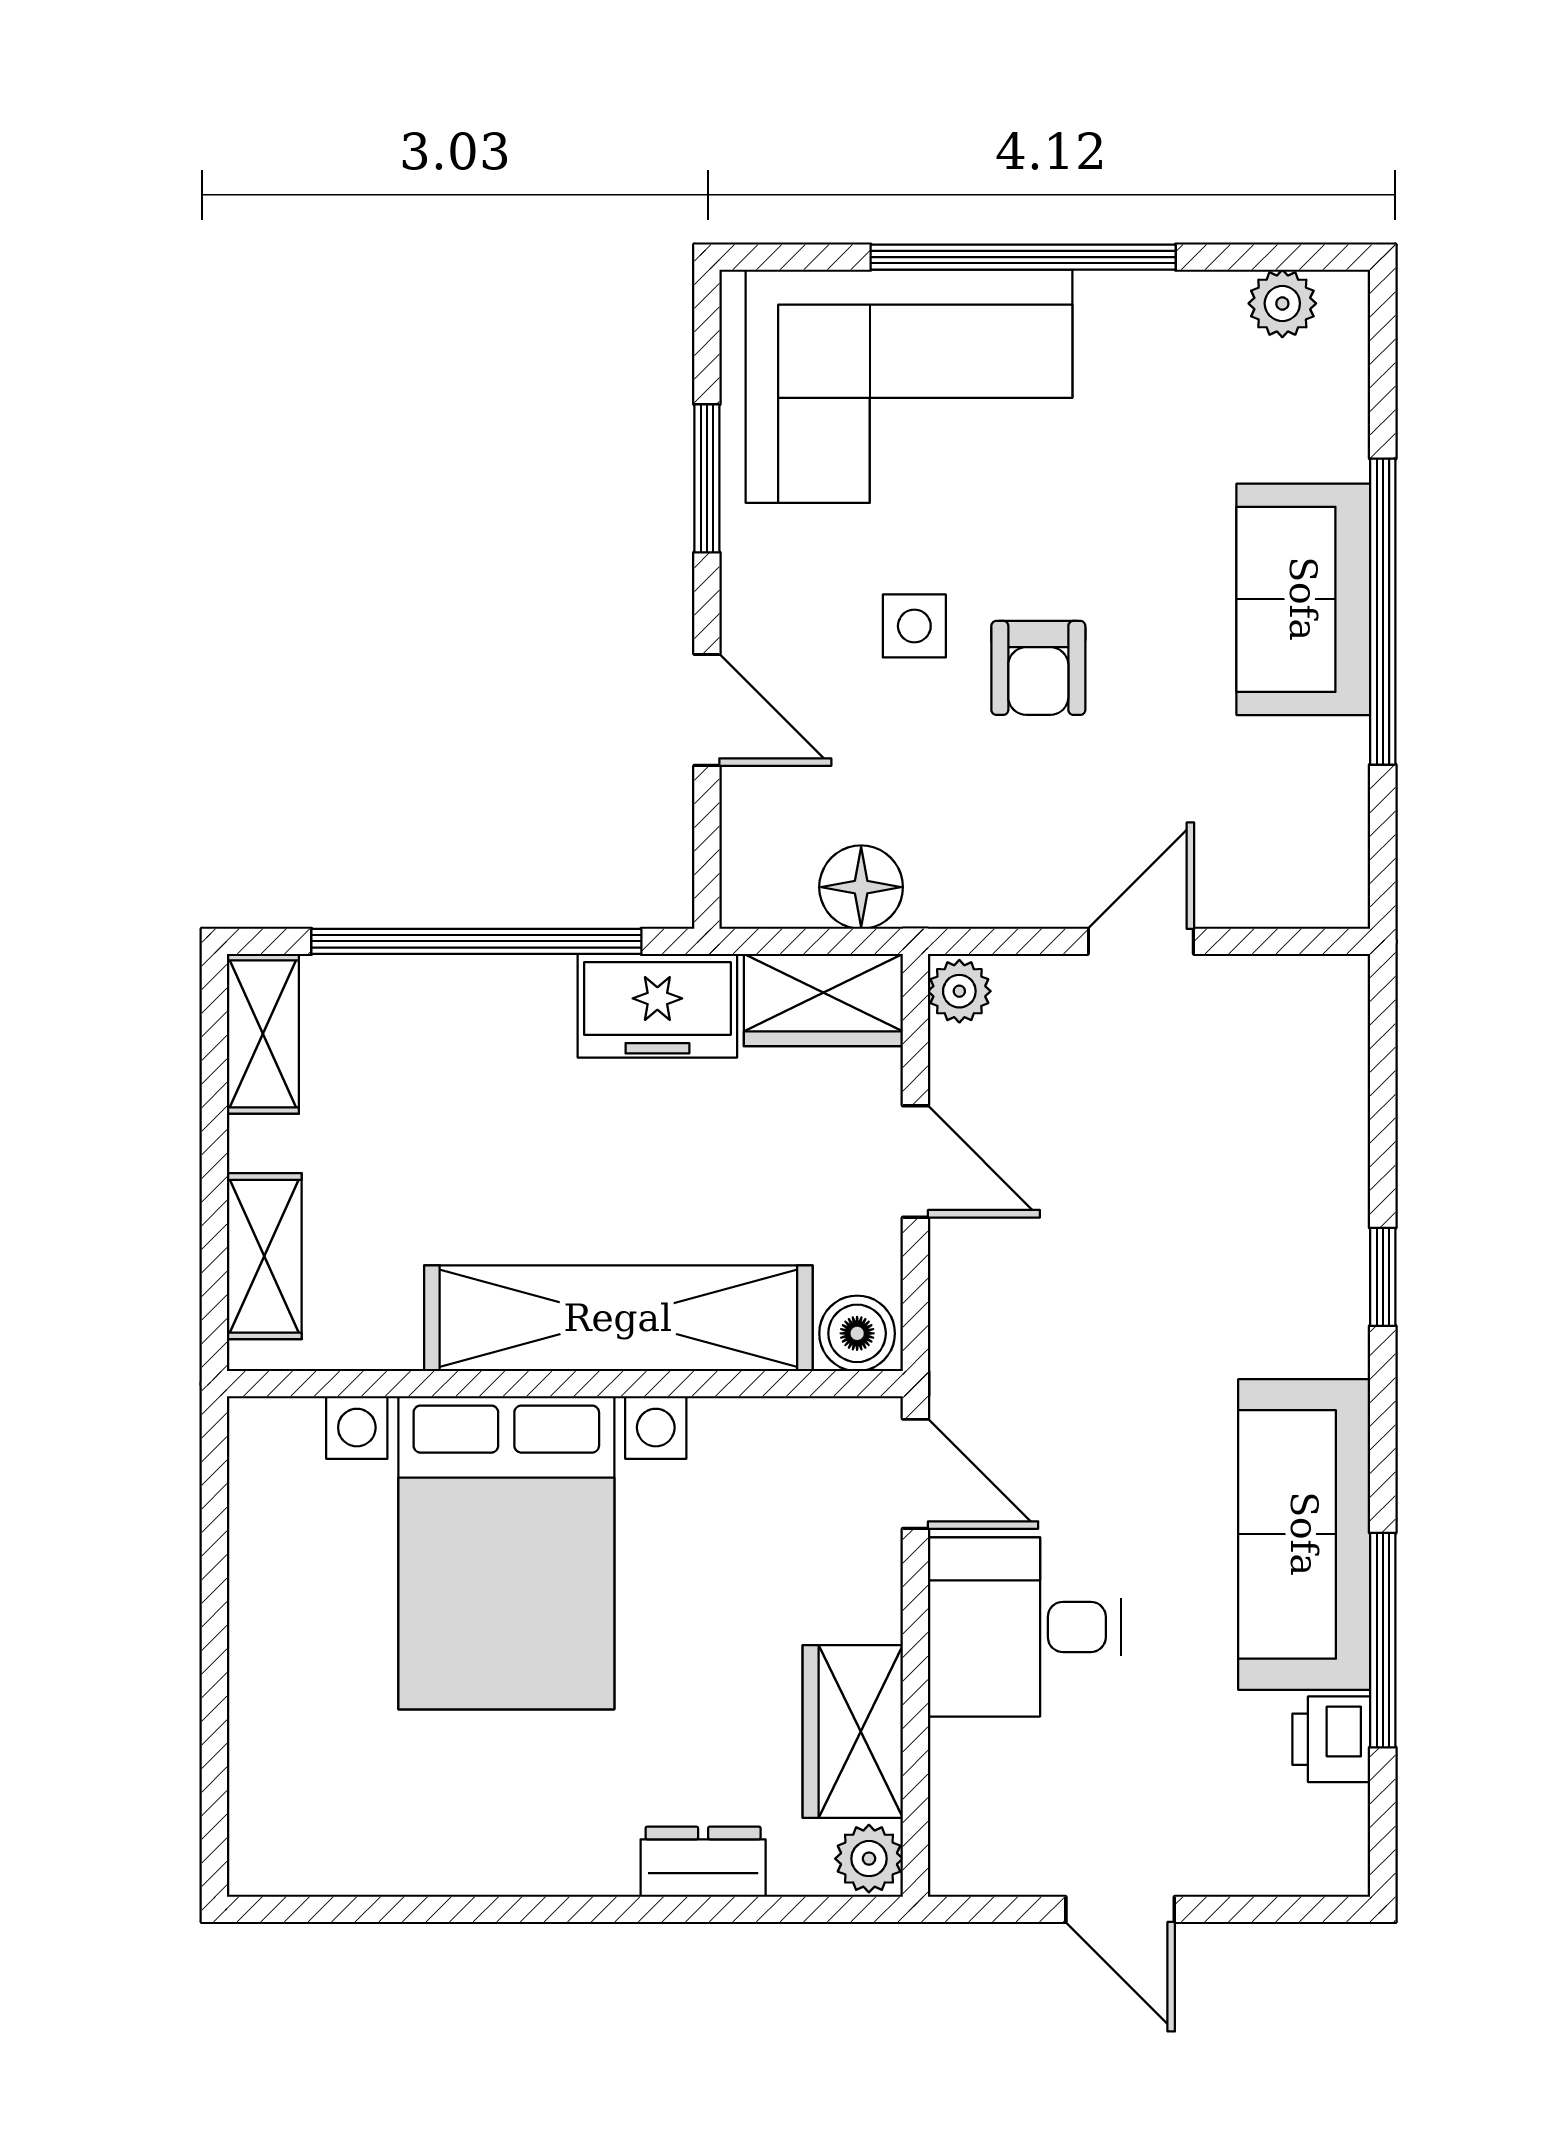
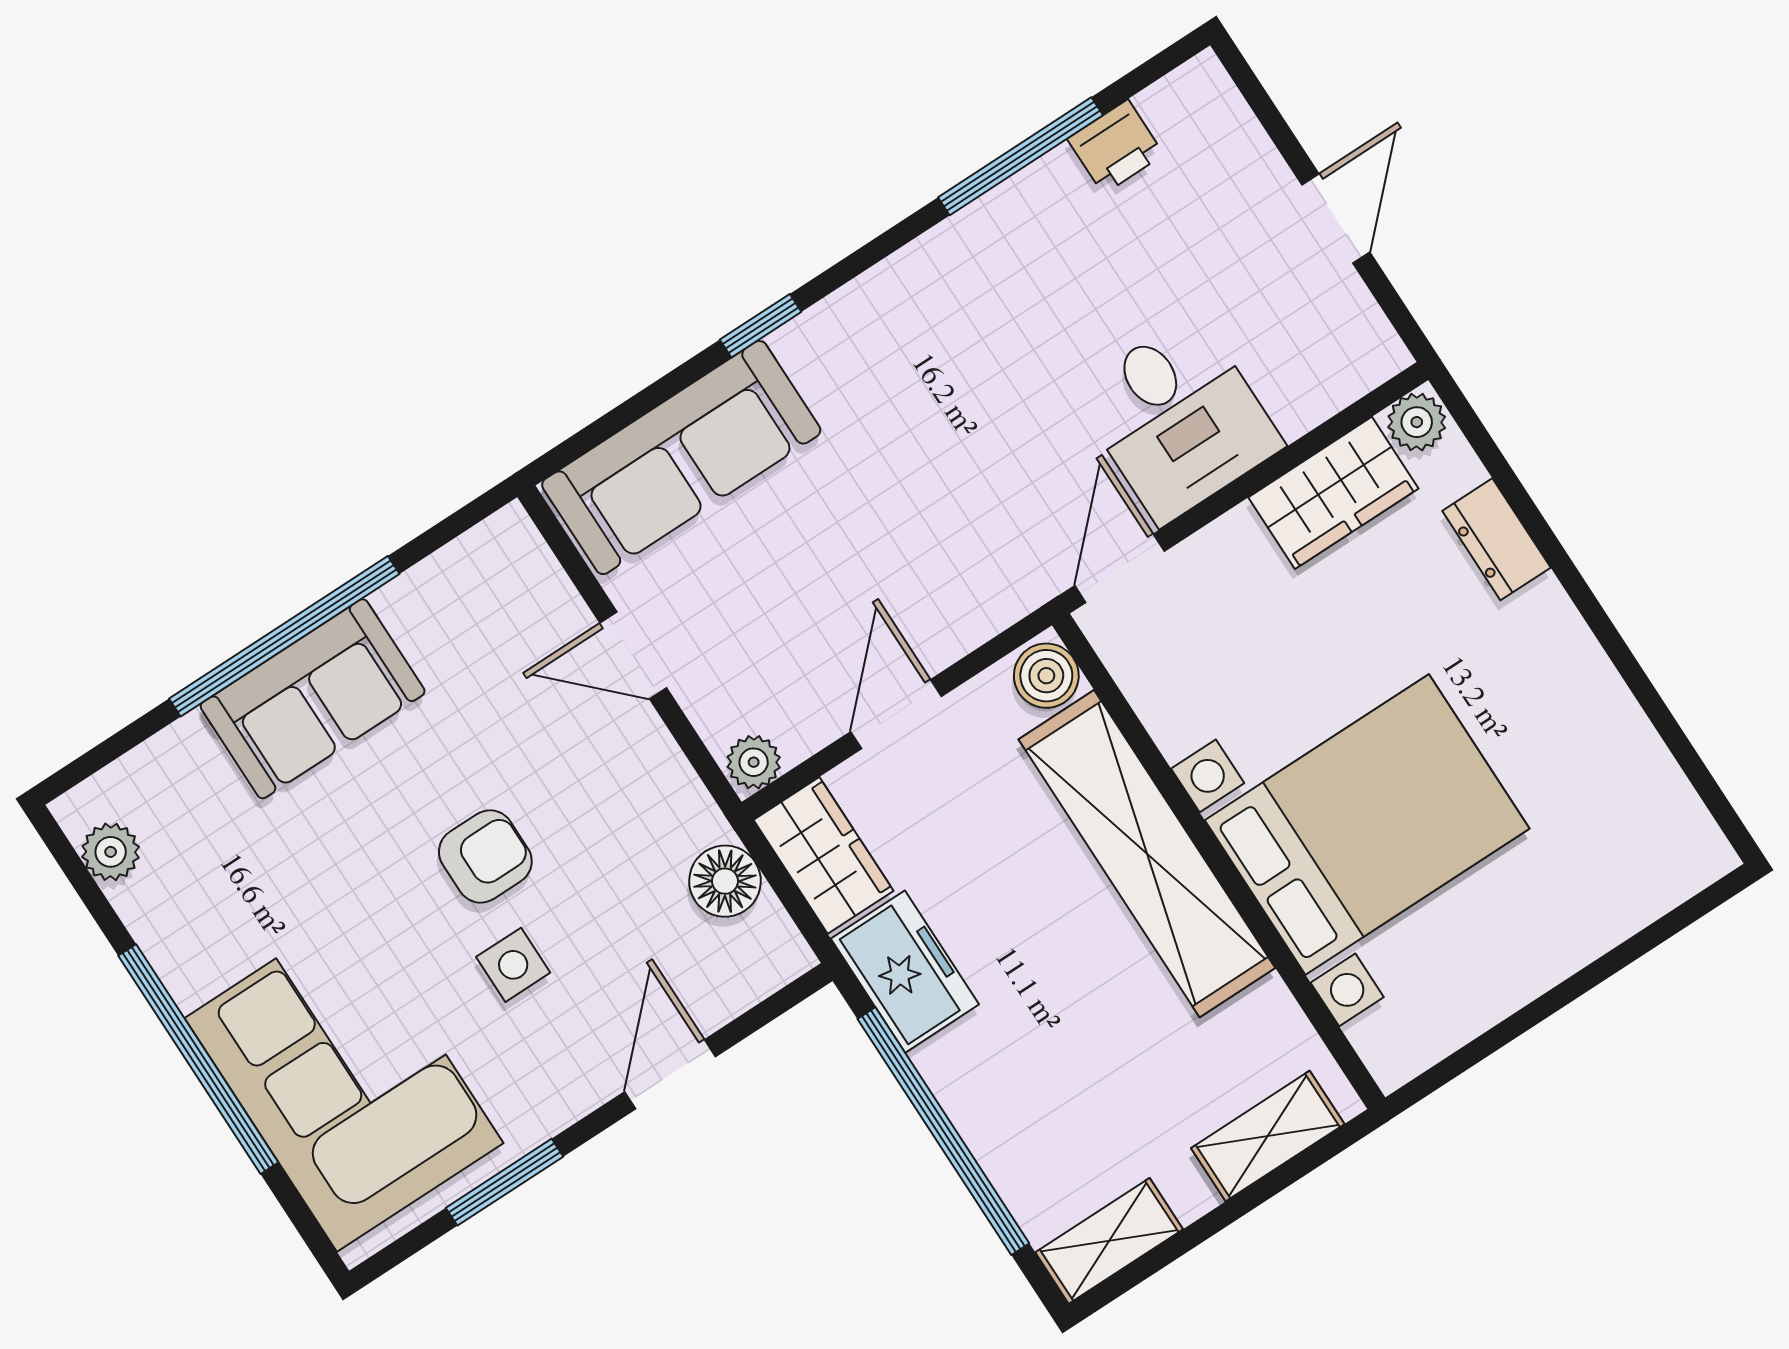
sofa: (1304, 1534) -> (681, 458), moved

